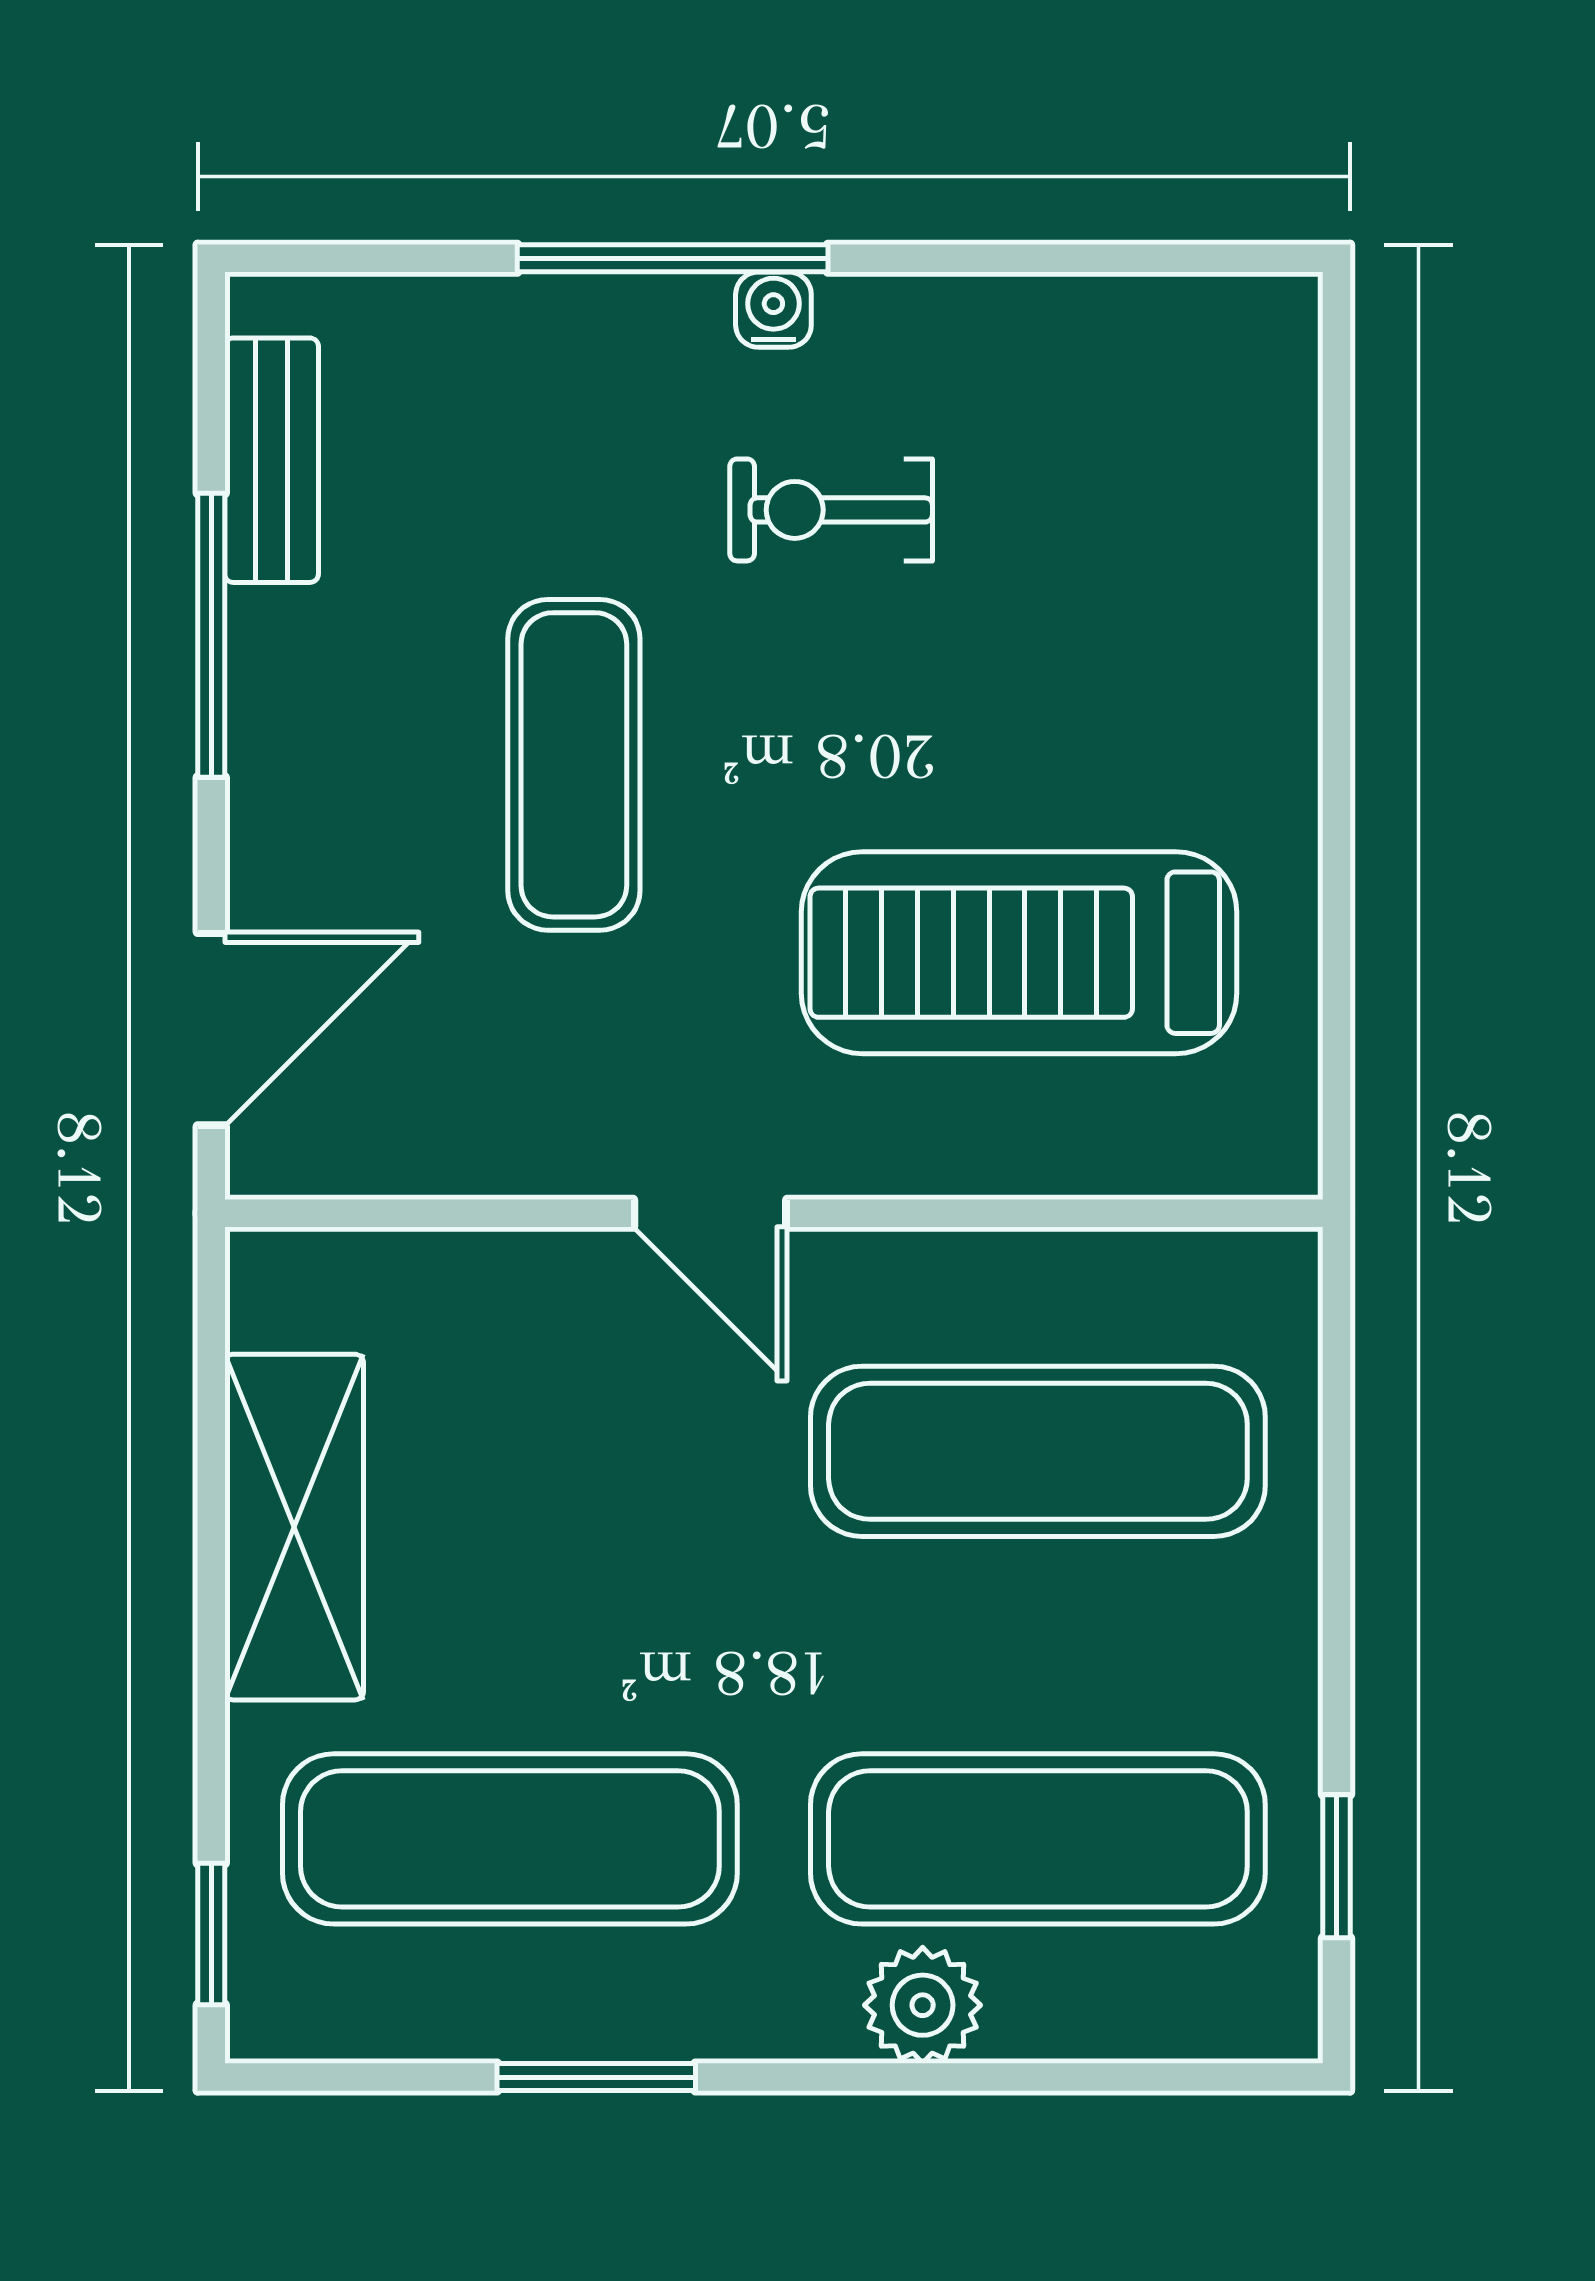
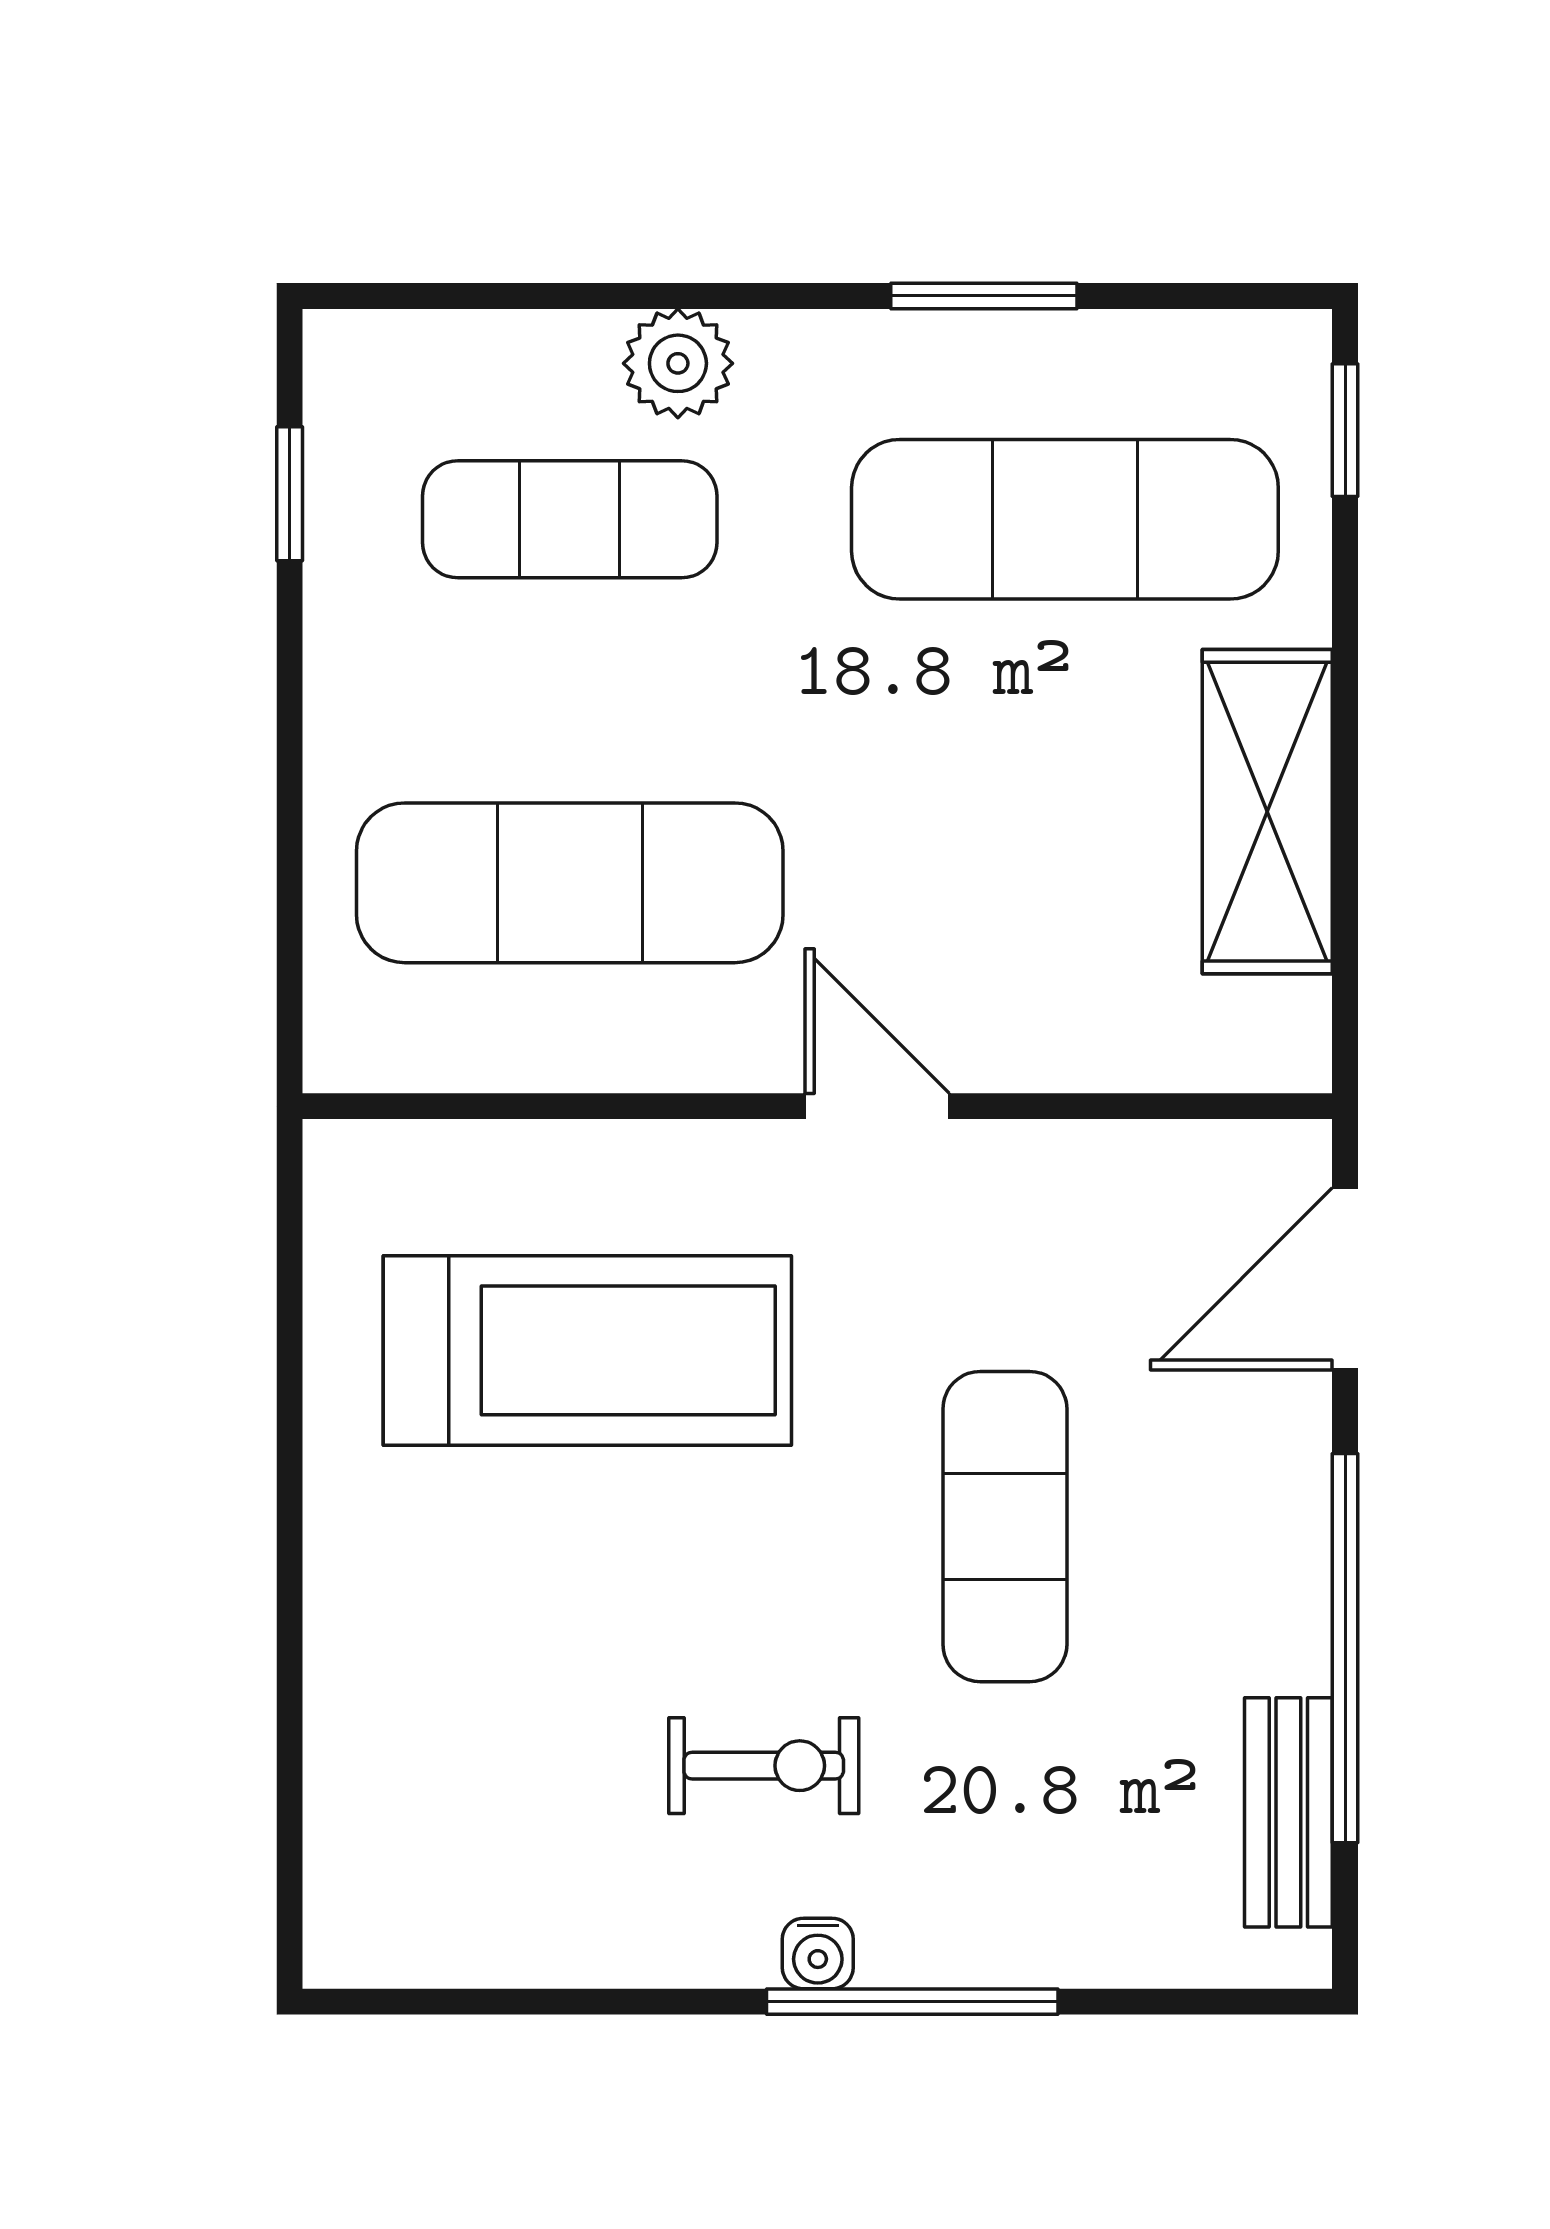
window: (211, 635) -> (1345, 1648), width x1.46
exercise mat: (1038, 1839) -> (570, 519), width x0.73, depth x0.69

